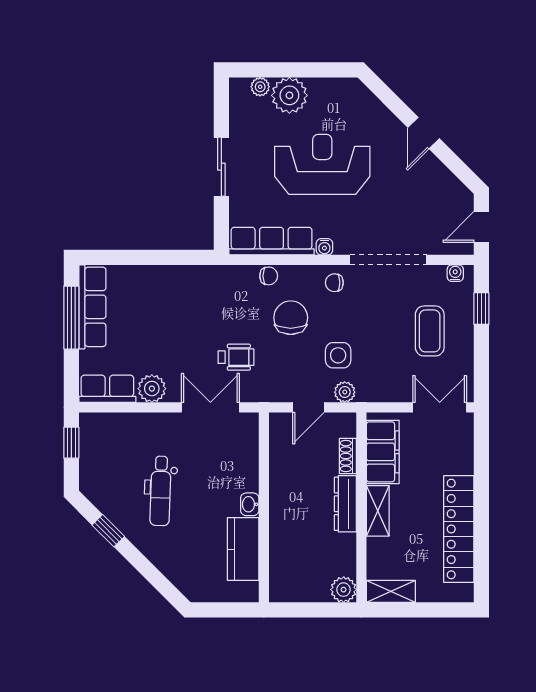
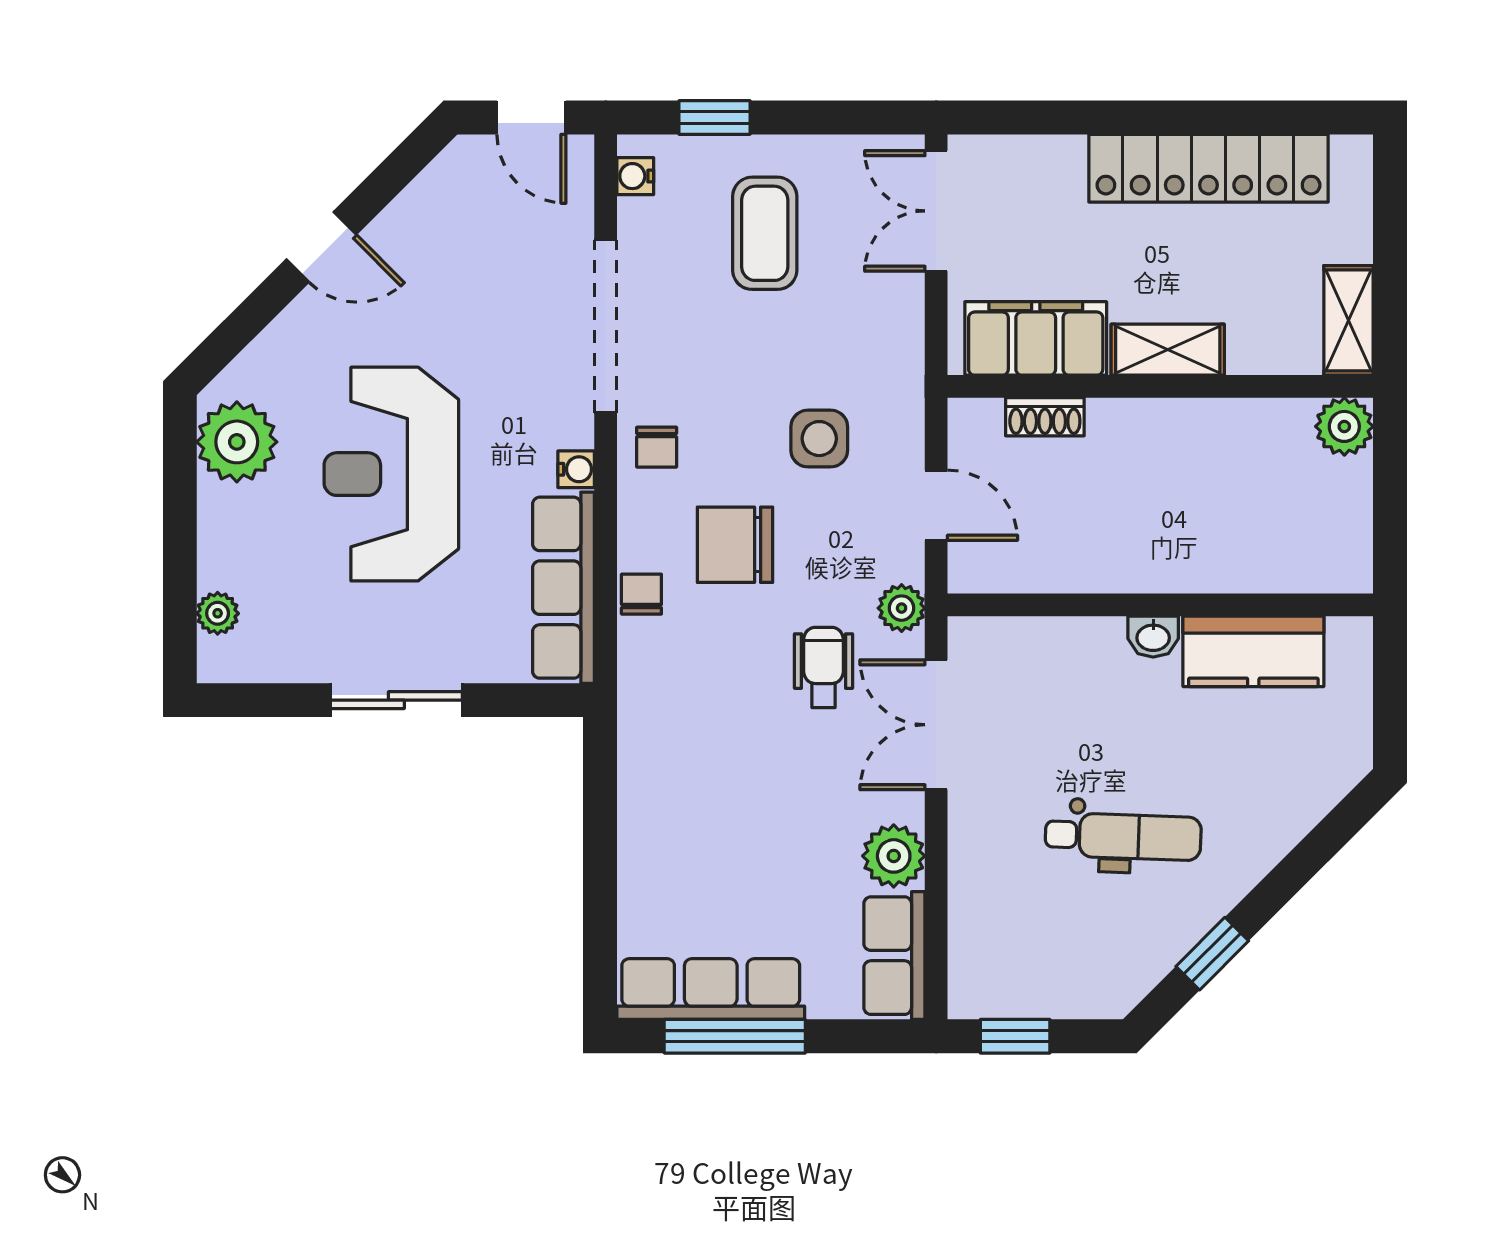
plant: (289, 95) -> (237, 442), moved
coffee table: (430, 331) -> (765, 233), turned 90
plant: (345, 392) -> (902, 608), moved
dresser: (345, 504) -> (1152, 422), removed

